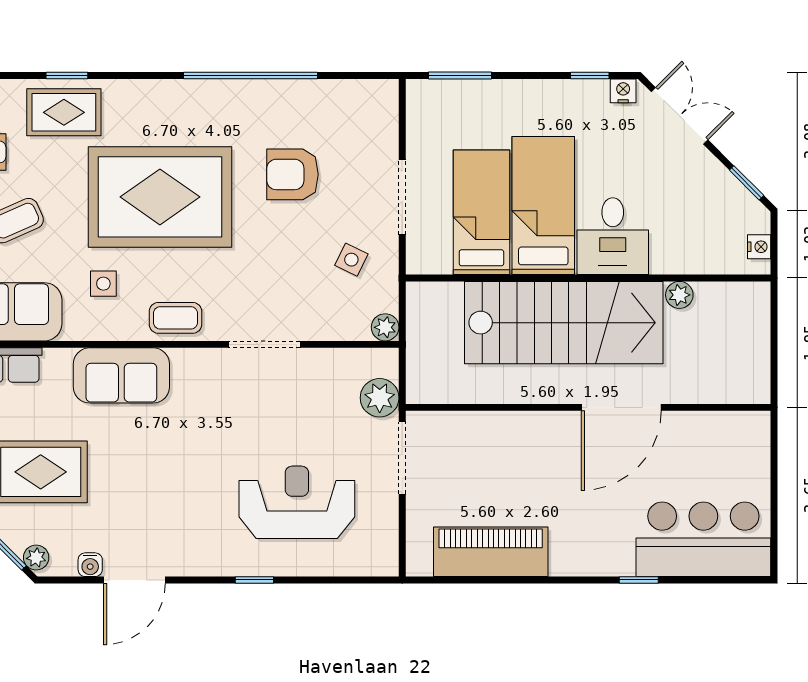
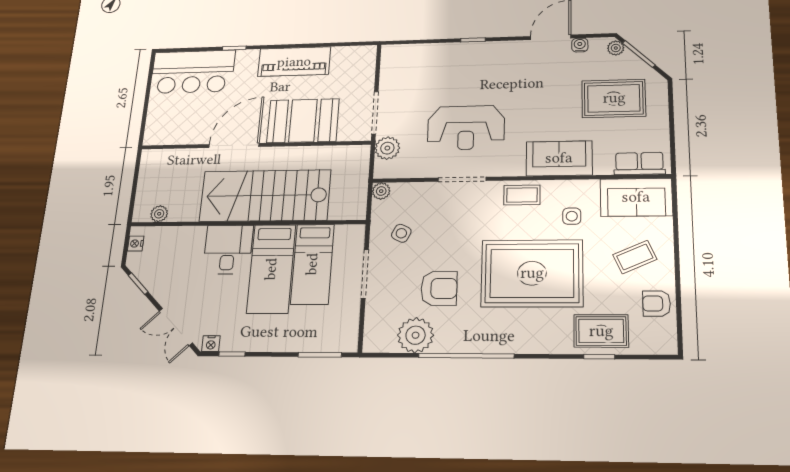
plant: (323, 105) -> (416, 335), added
plant: (679, 295) -> (159, 214), moved
booth: (515, 447) -> (303, 121), added
reception desk: (297, 502) -> (466, 128), moved
piano: (491, 552) -> (294, 62), moved

